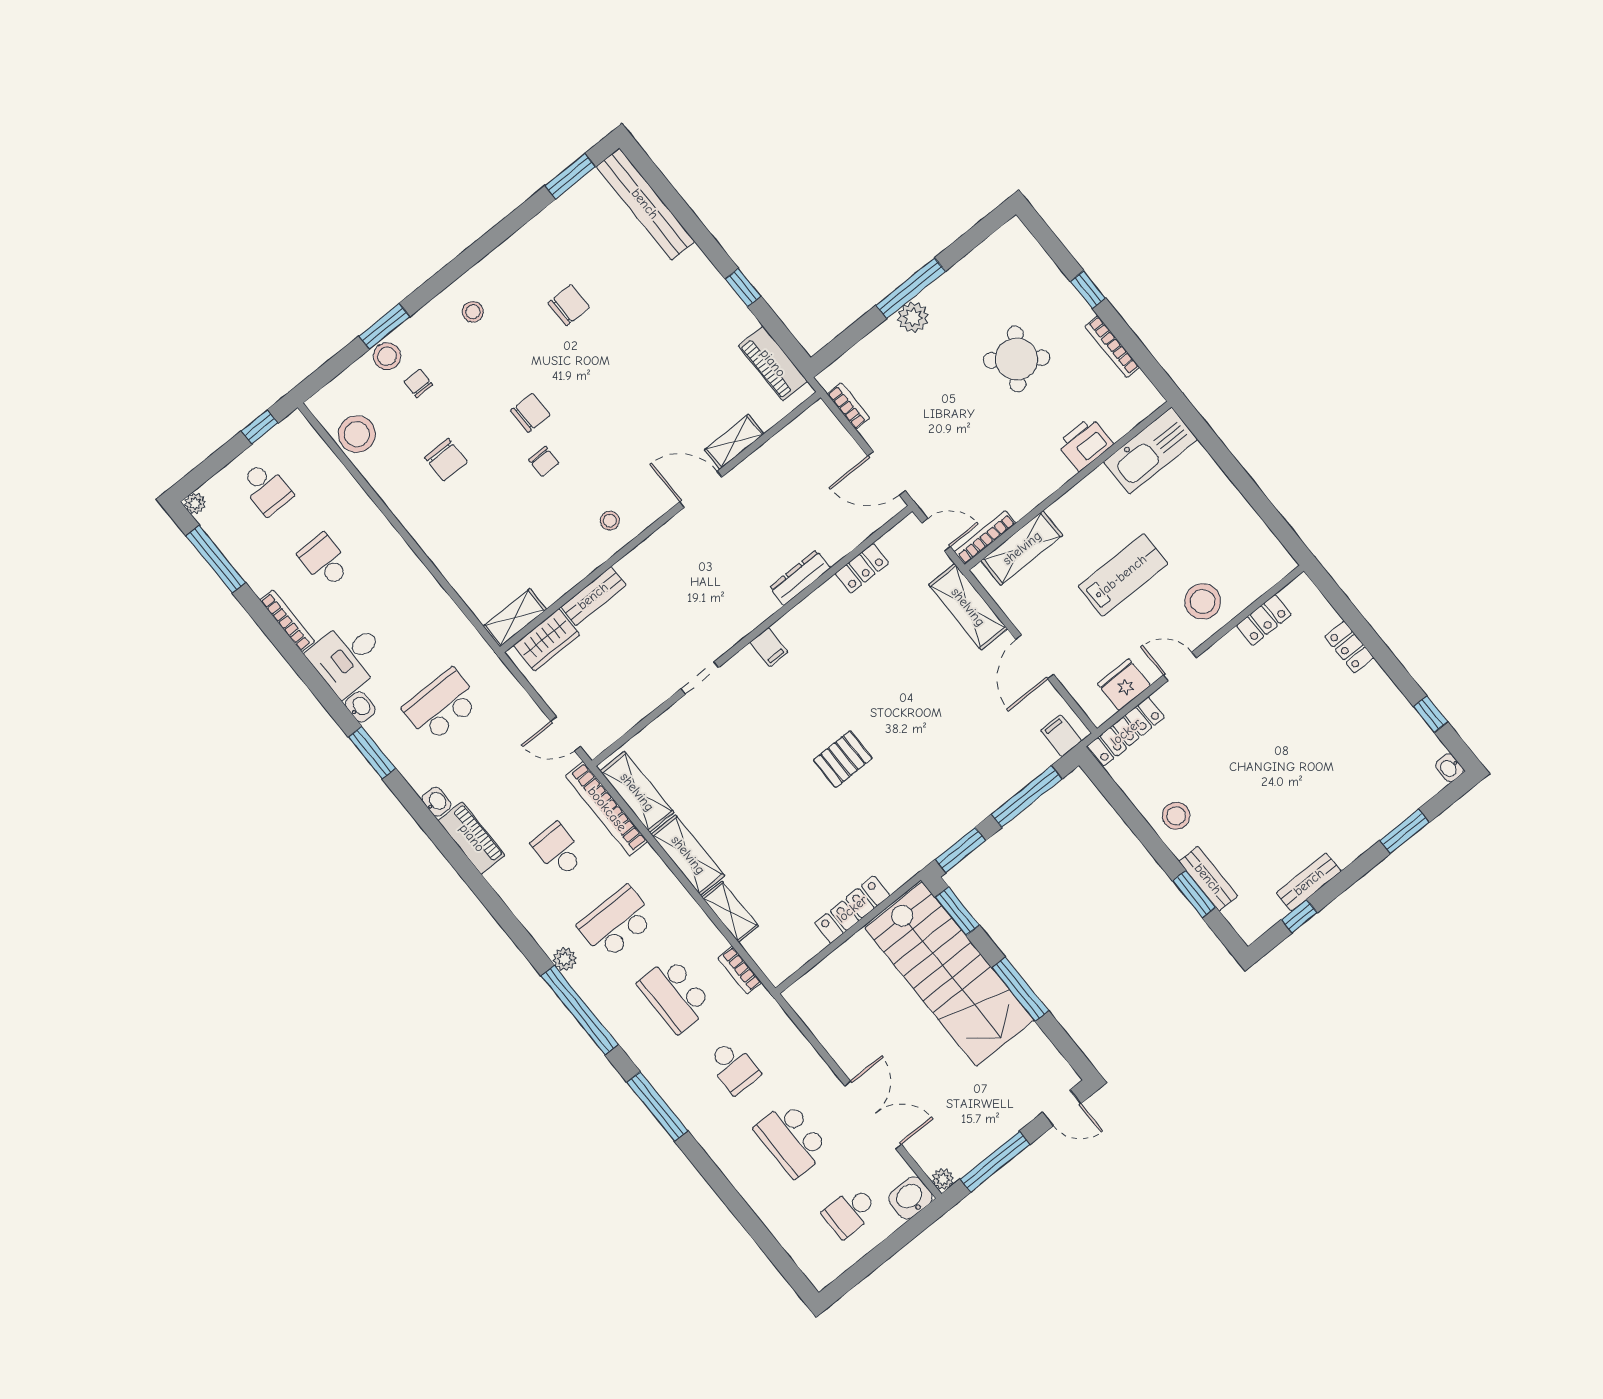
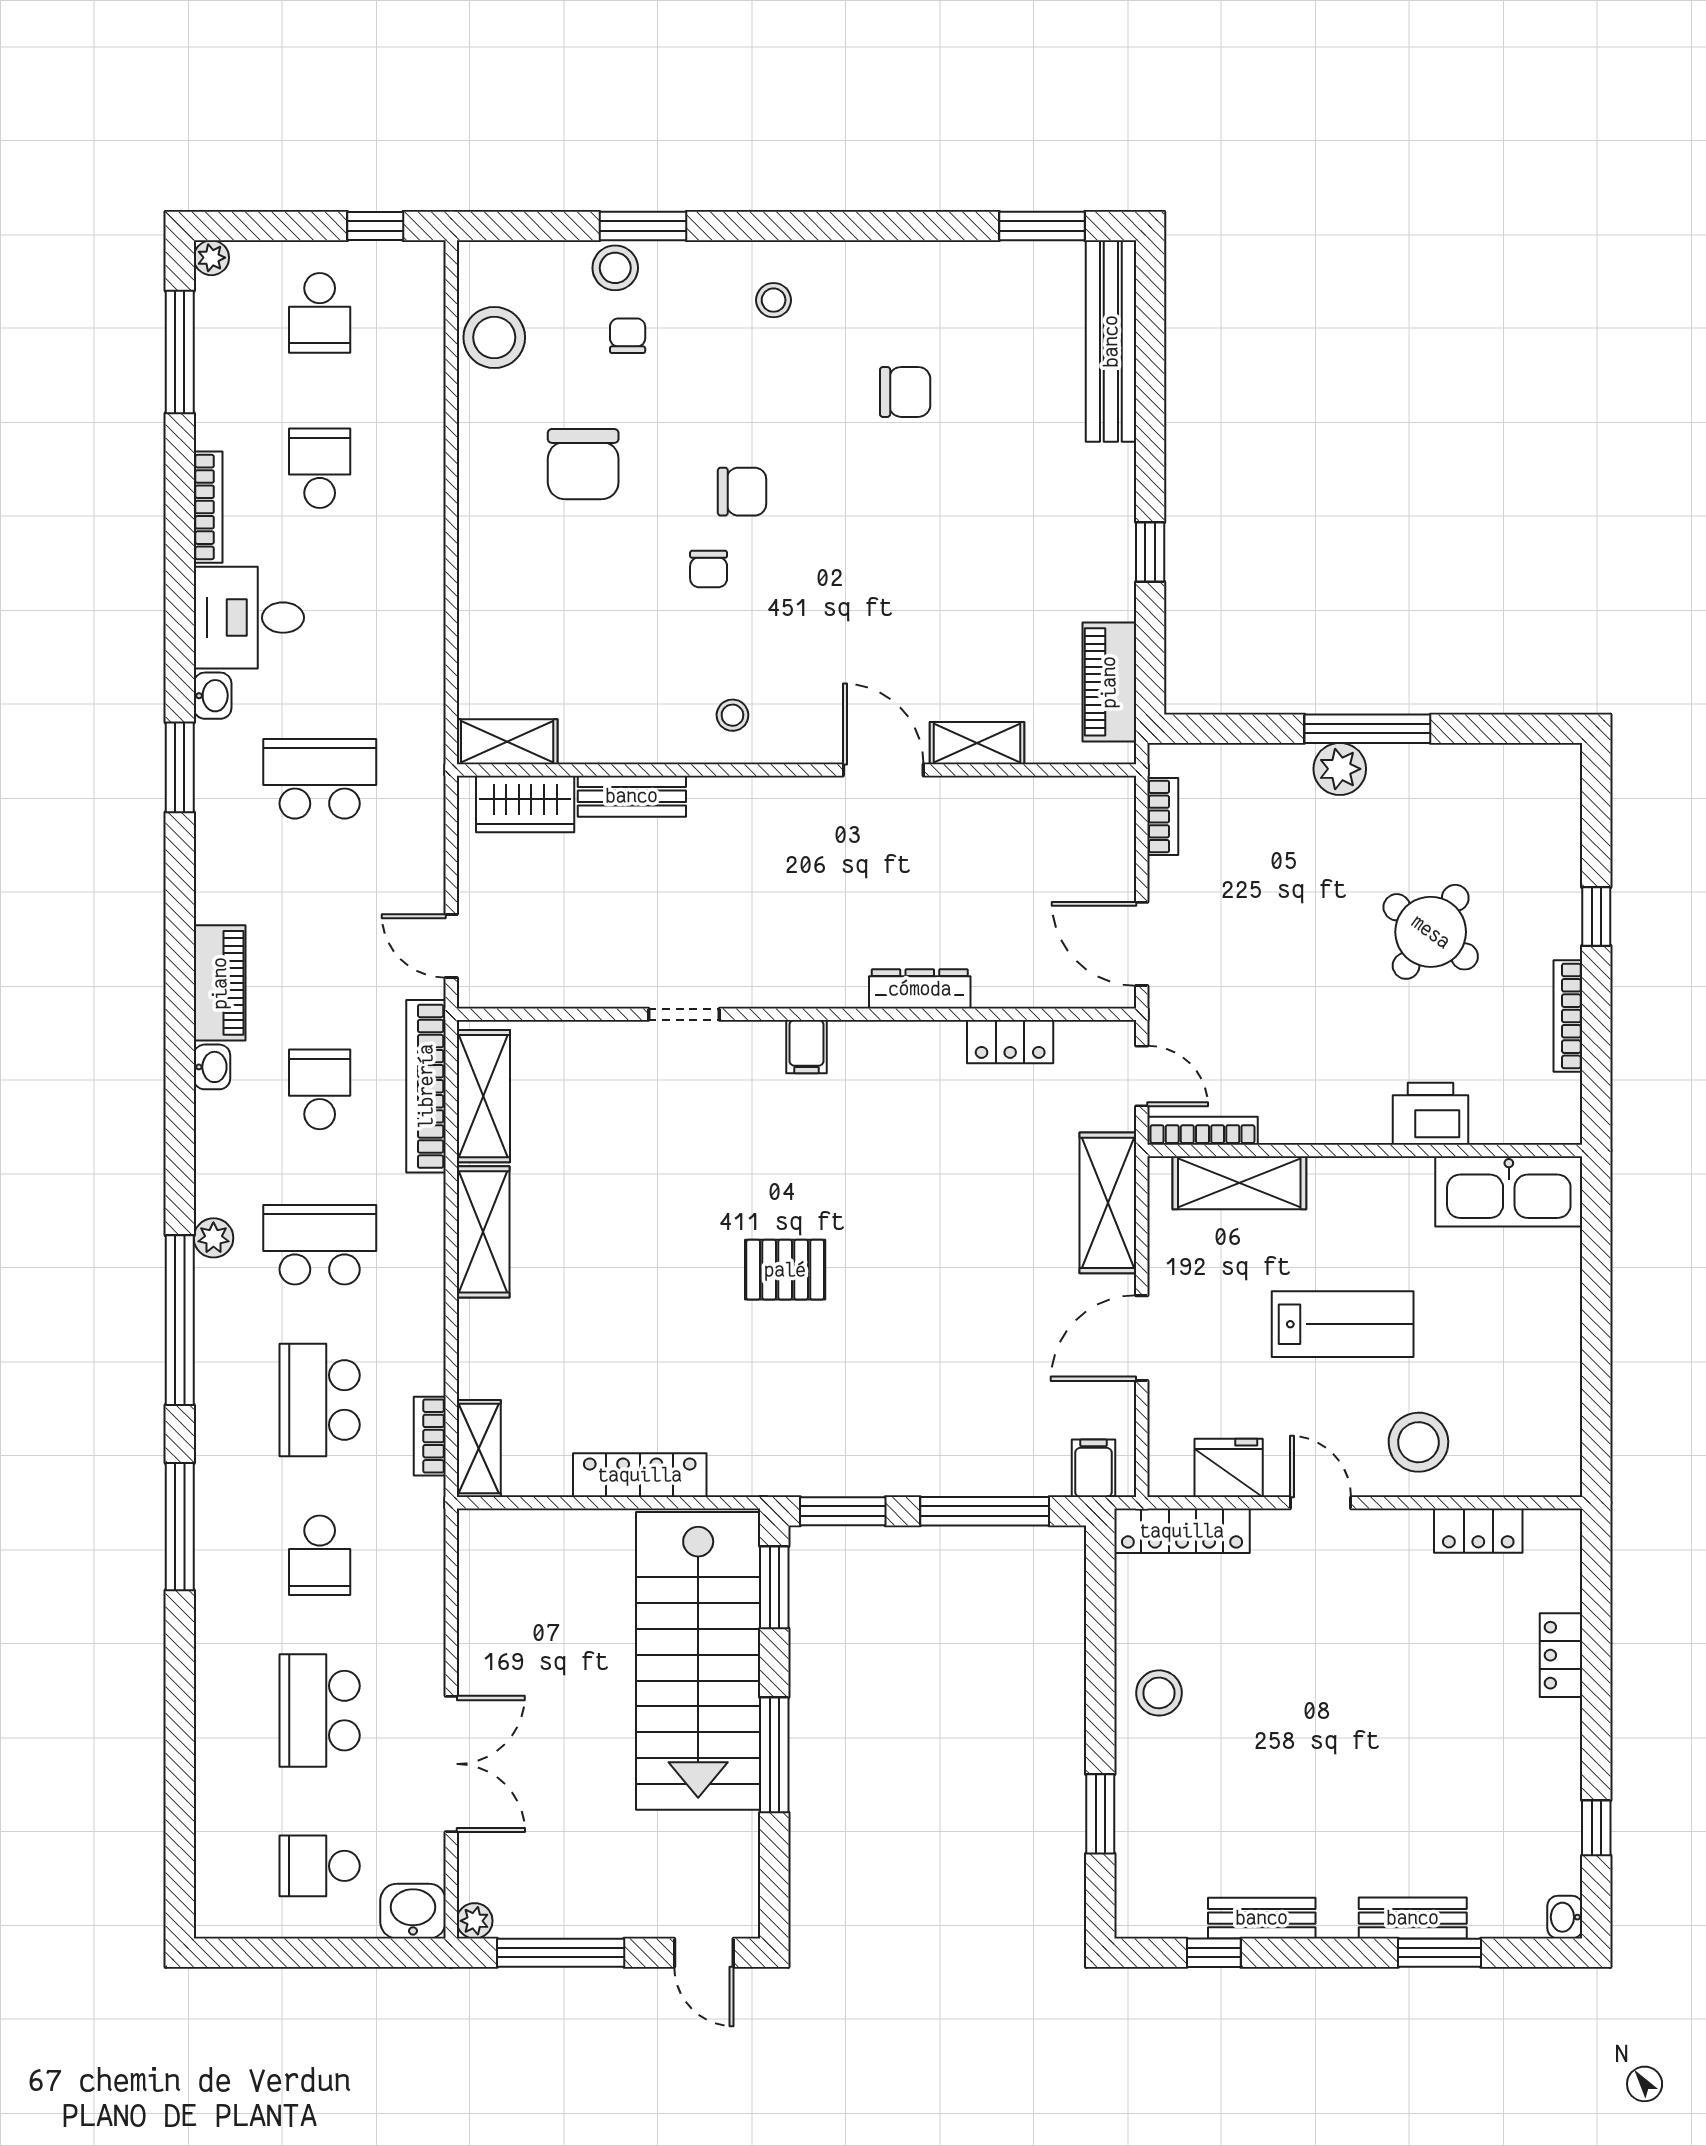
chair: (446, 460) -> (583, 464), width x1.37, depth x1.37
washbasin: (436, 802) -> (212, 1067), moved
bench: (1208, 879) -> (1413, 1918), moved, turned 90
shelving: (730, 912) -> (479, 1449), moved

